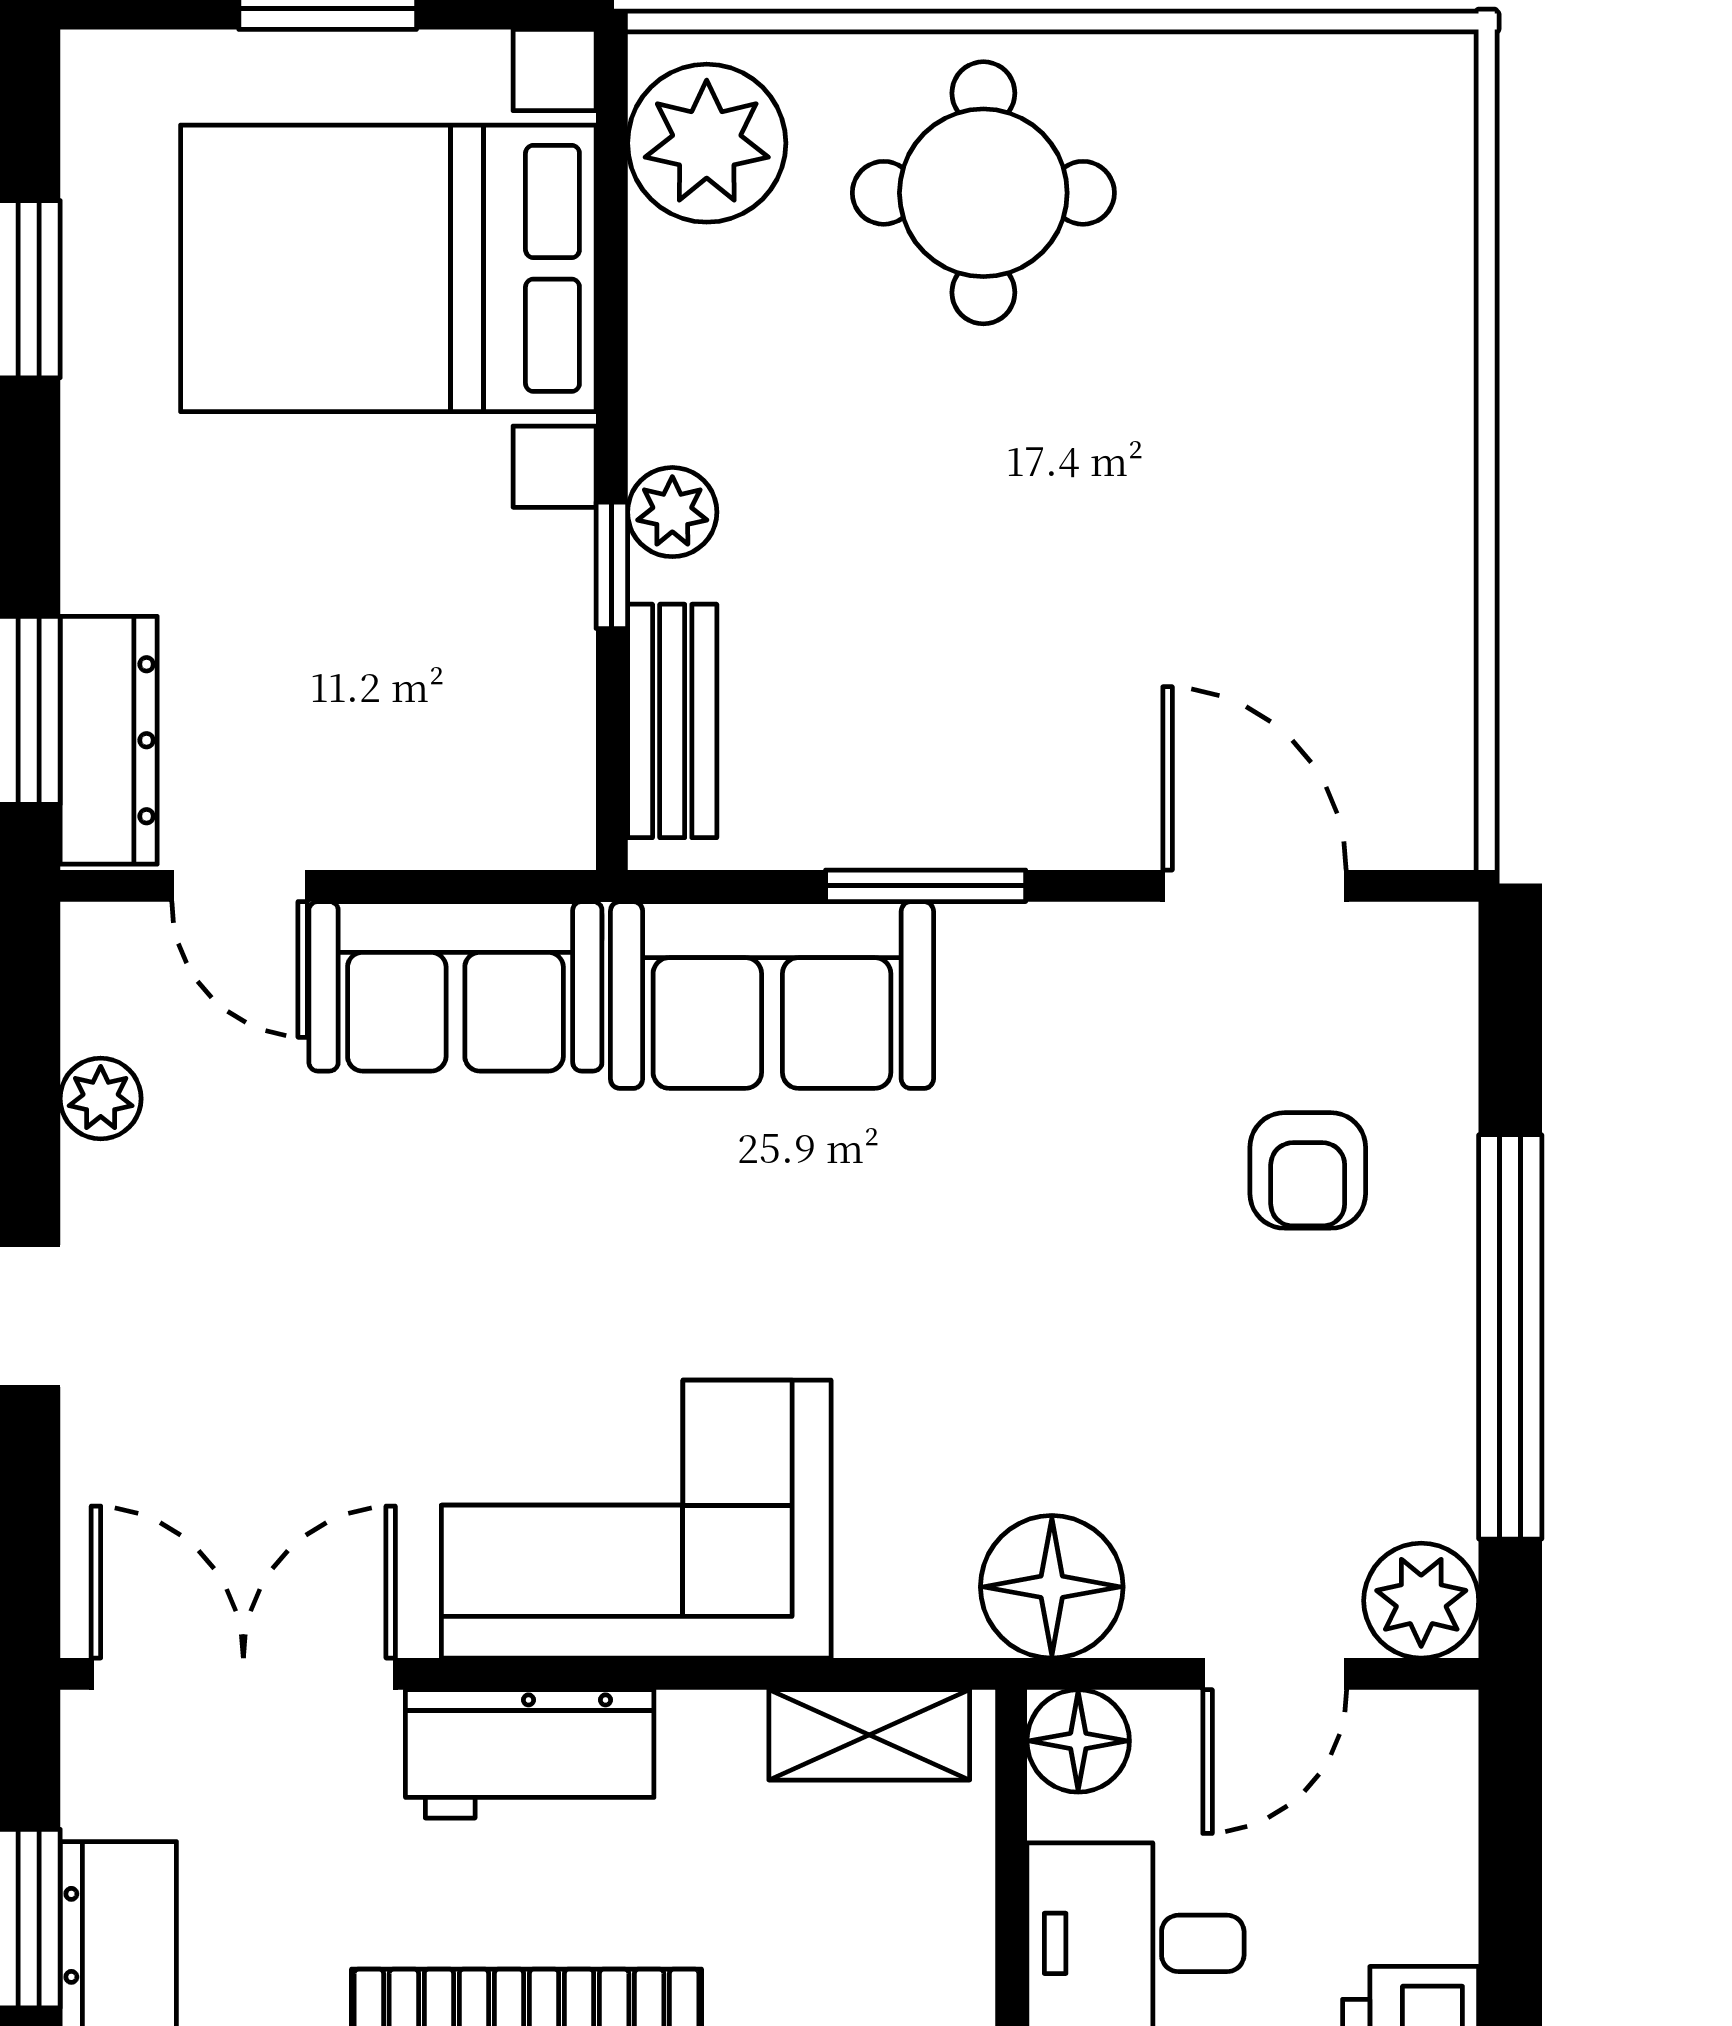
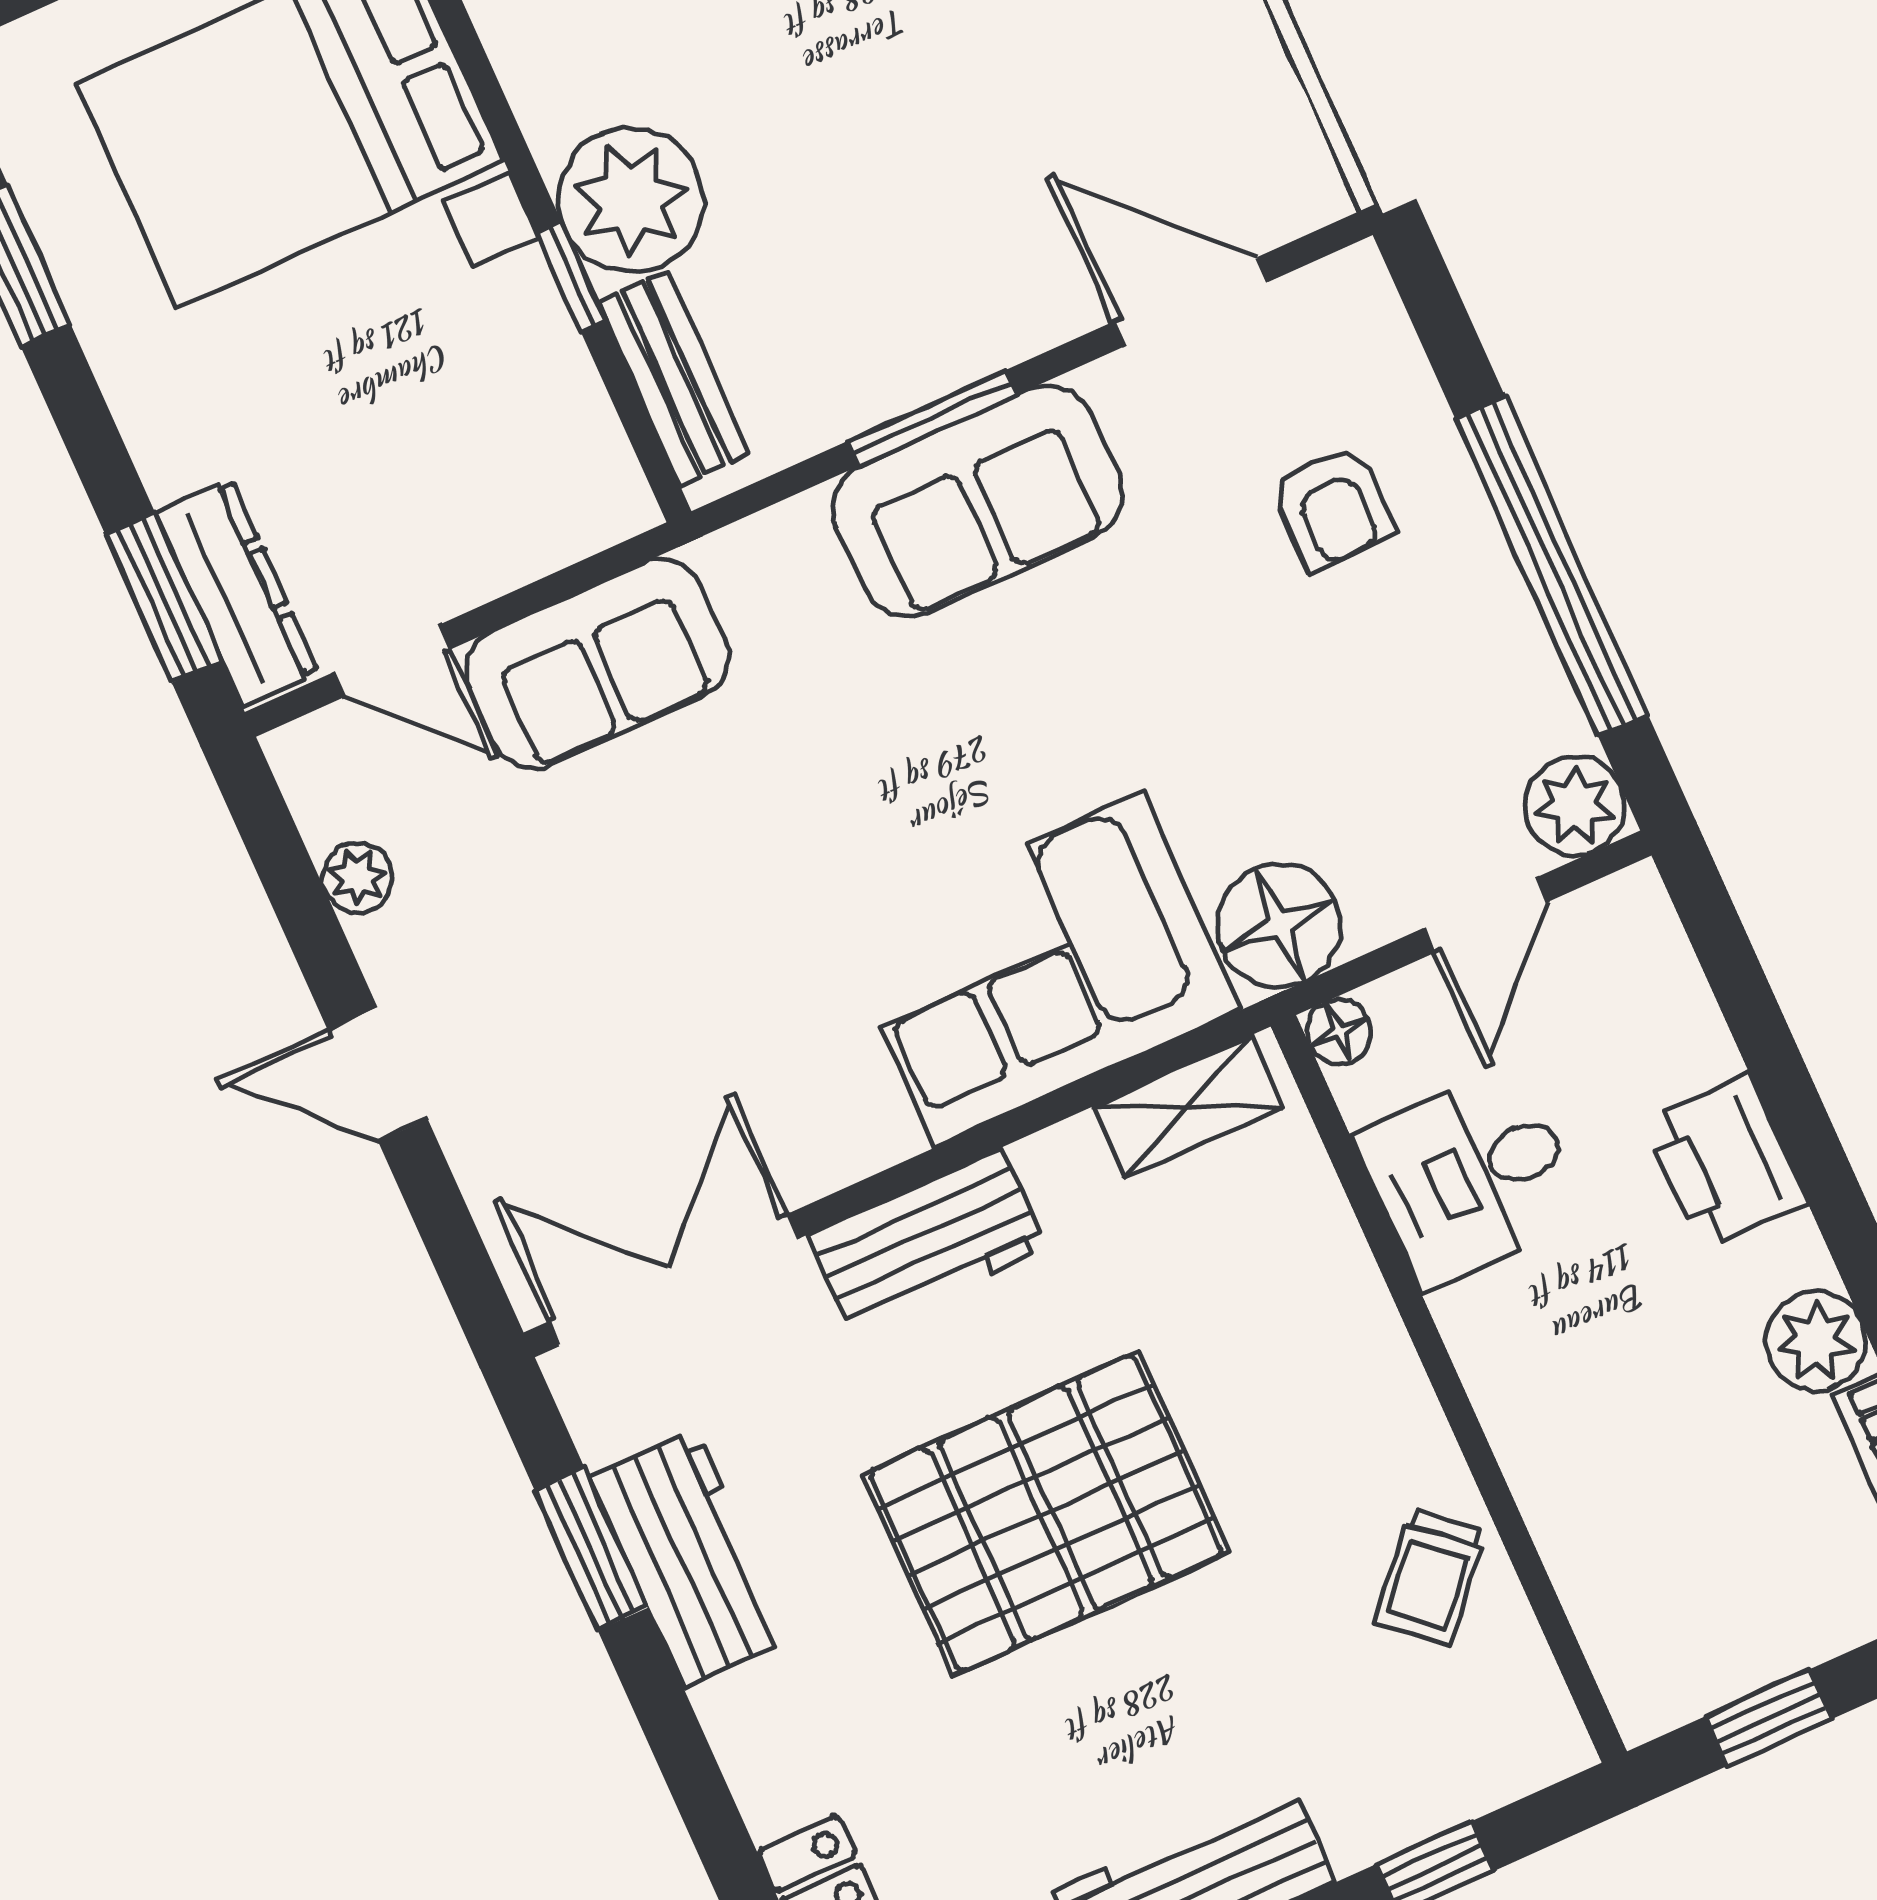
plant: (672, 512) -> (631, 200), width x1.88, depth x1.88
sofa: (772, 995) -> (977, 501), moved
corner sofa: (636, 1519) -> (1039, 969), moved
floor lamp: (1078, 1741) -> (1338, 1031), width x0.73, depth x0.73

